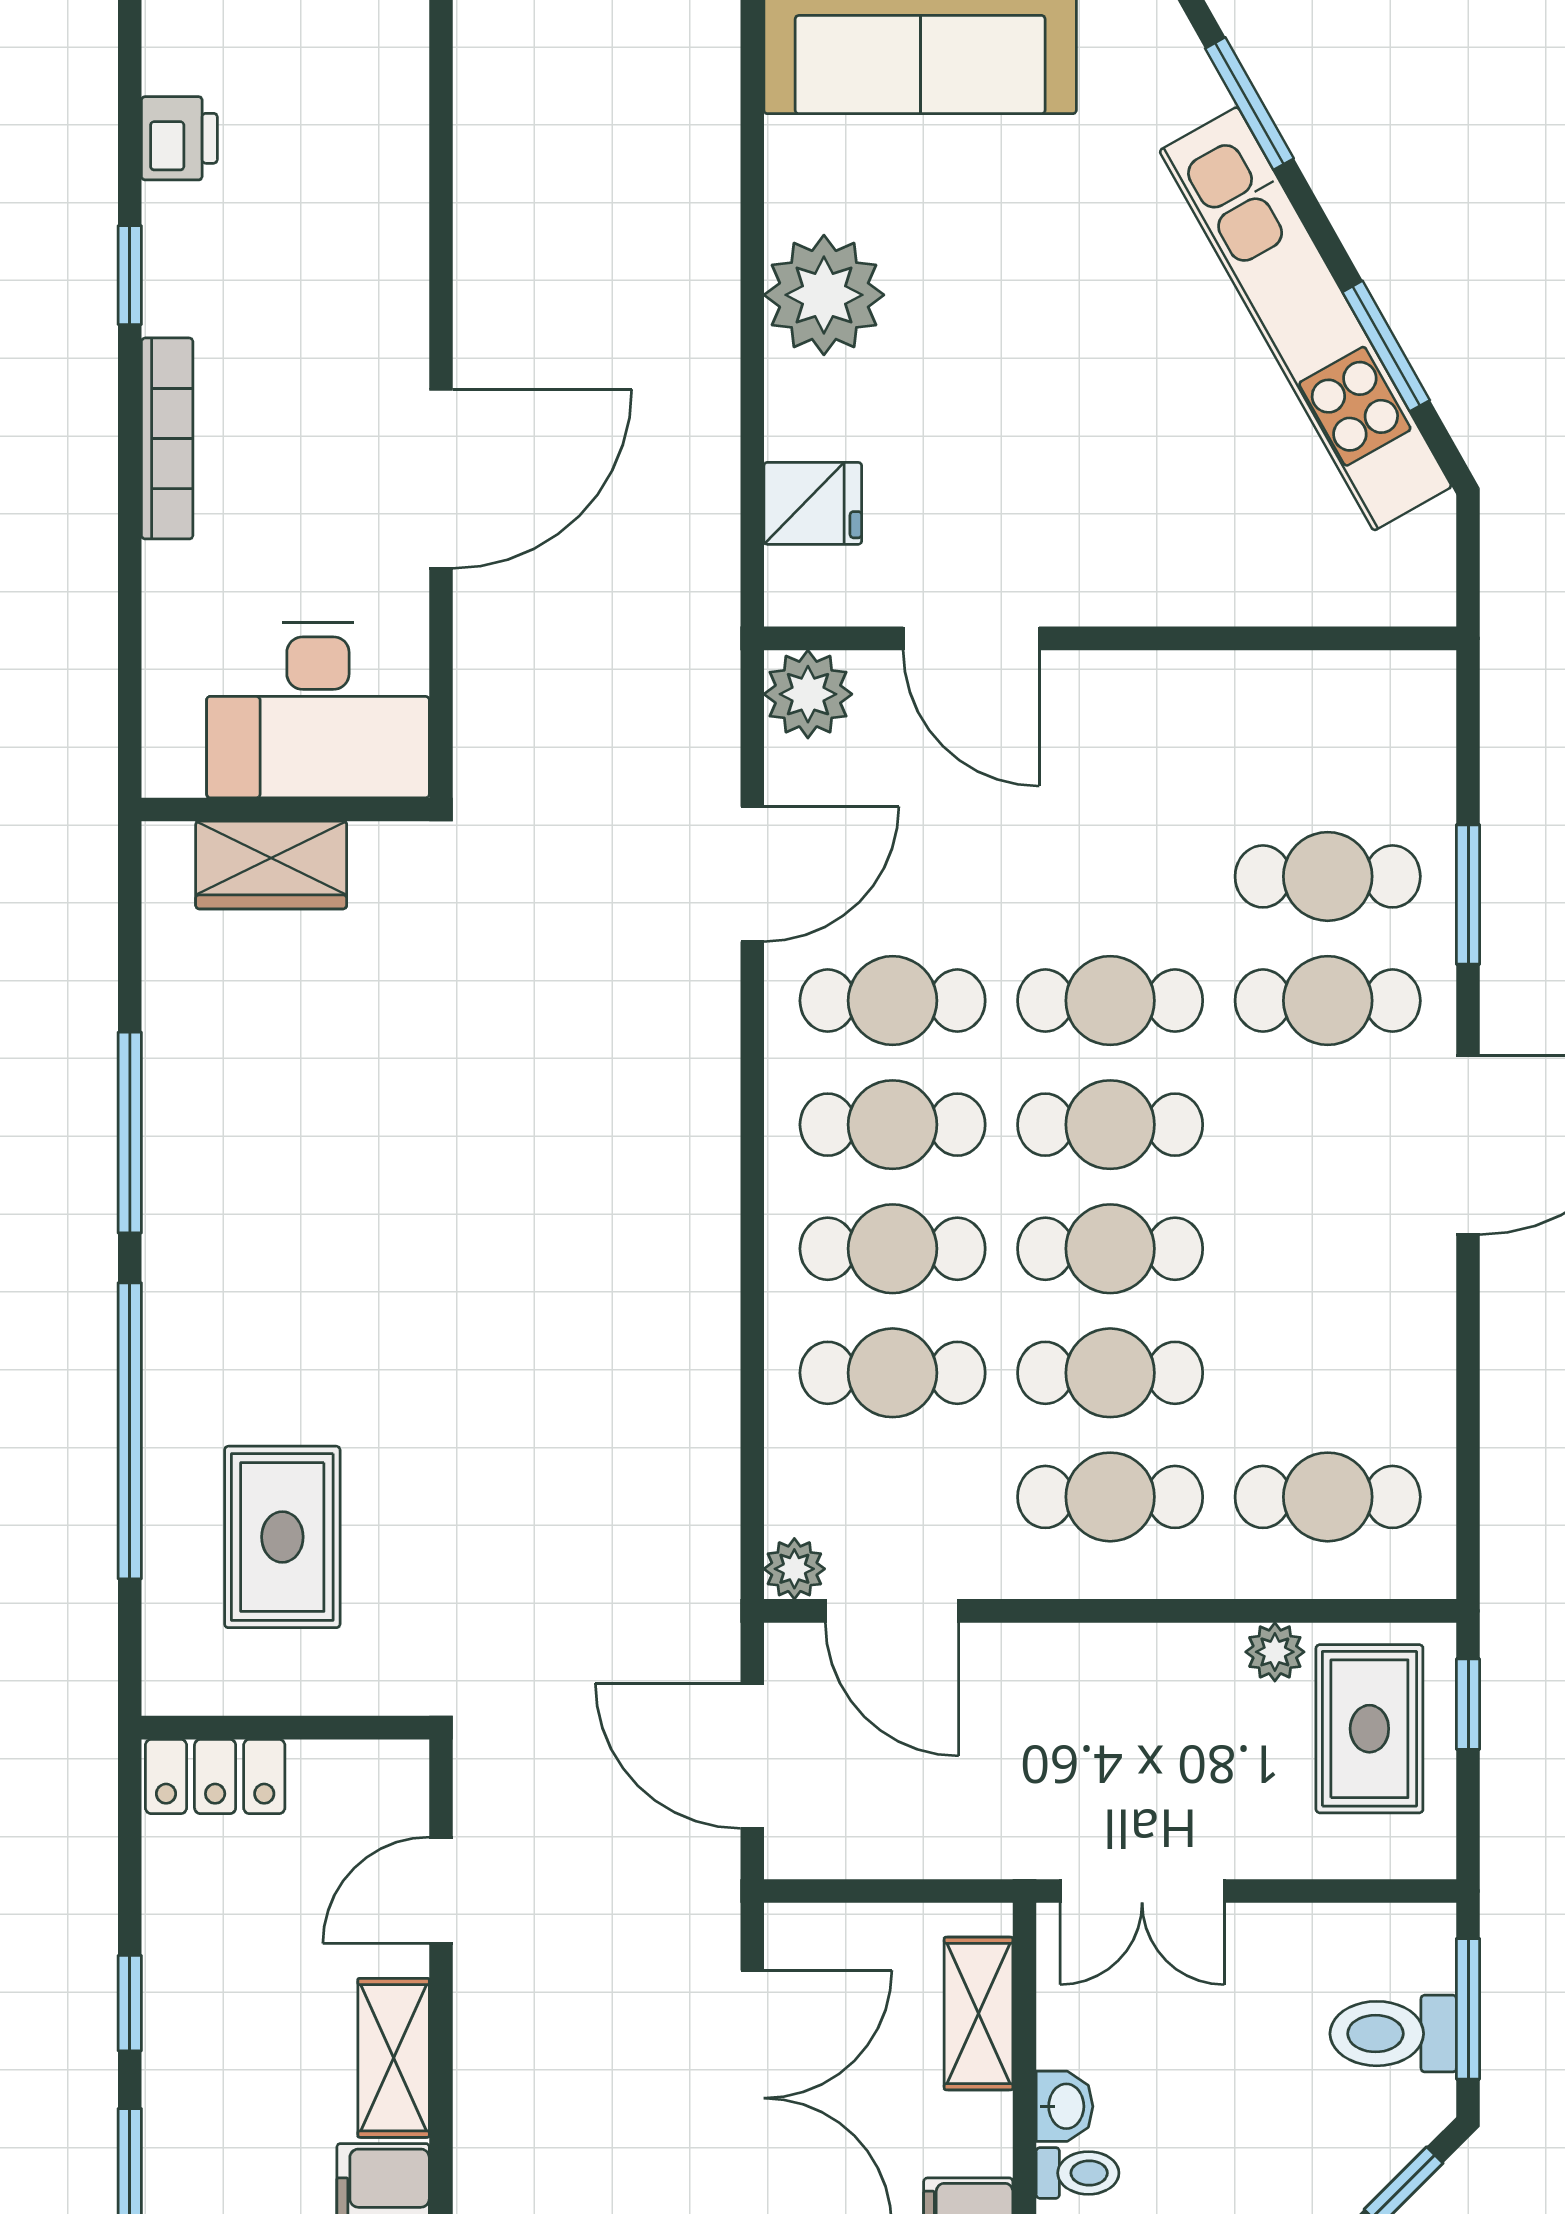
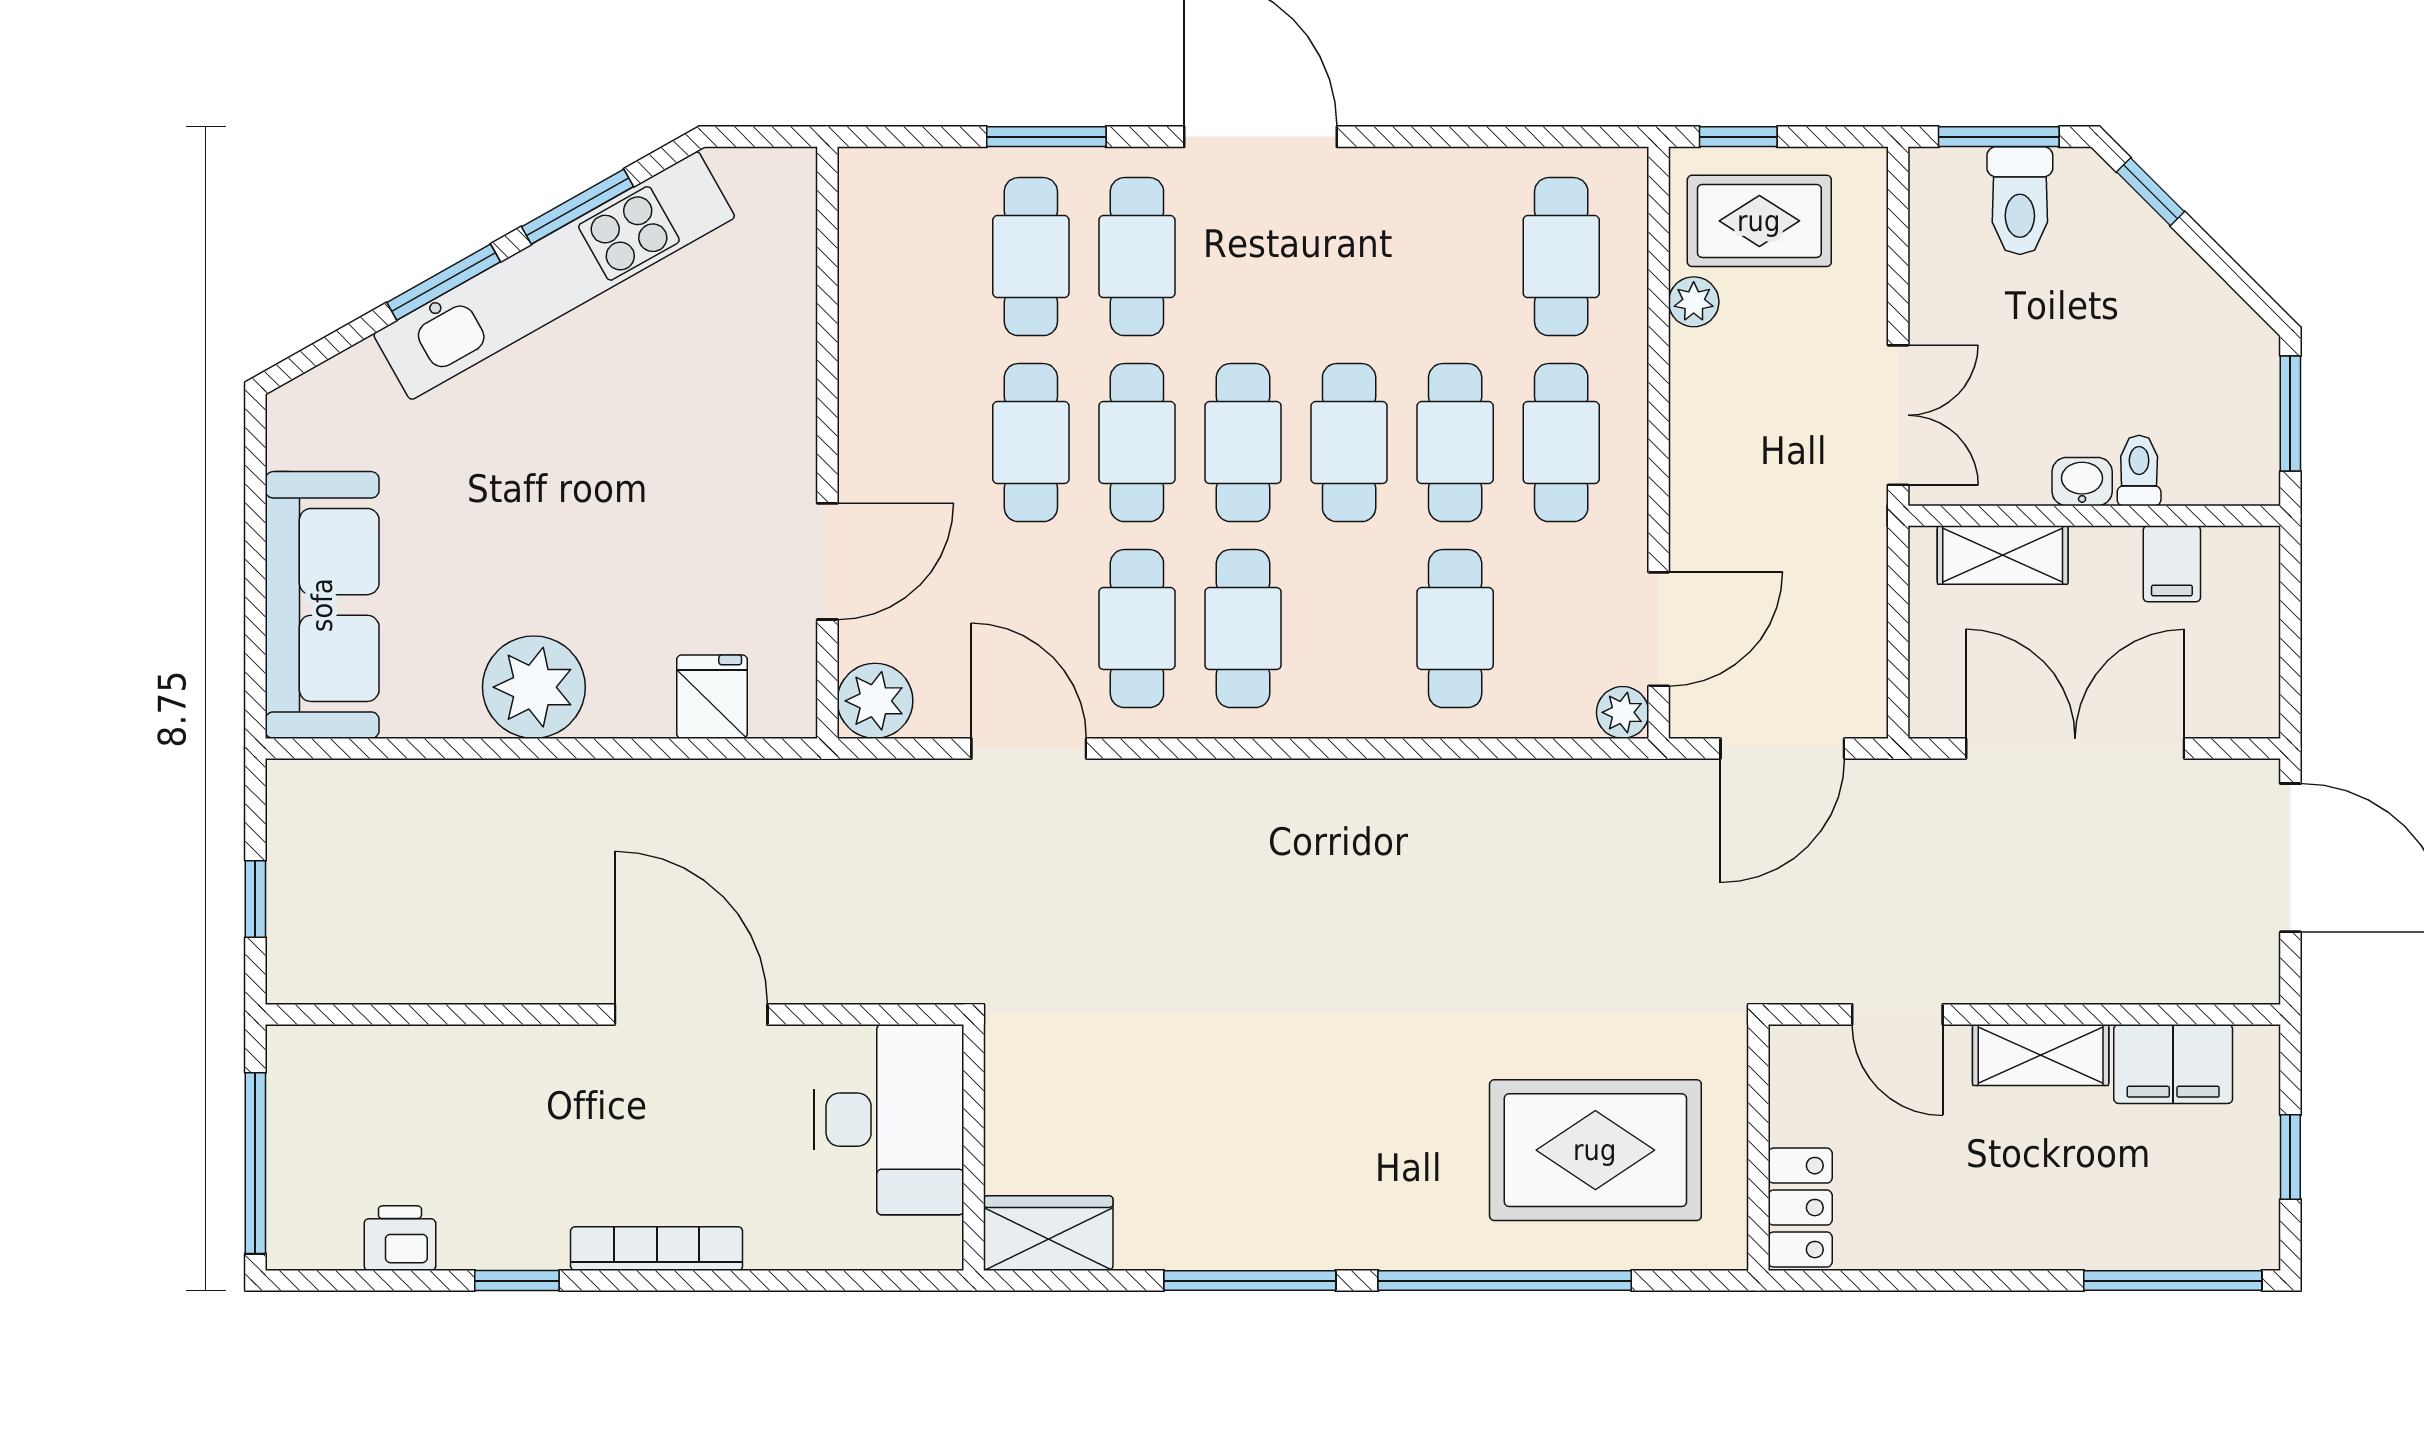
window: (1249, 104) -> (444, 282), moved
wardrobe: (271, 865) -> (1048, 1233), moved, turned -90
cafe table: (893, 1249) -> (1031, 443), moved
rug: (282, 1537) -> (1595, 1150), width x1.36, depth x1.43
window: (130, 2003) -> (1994, 1281), removed

